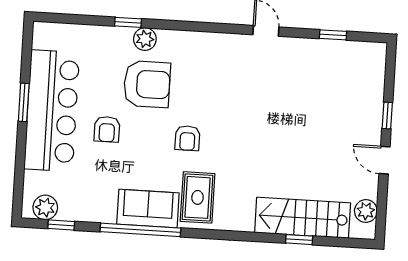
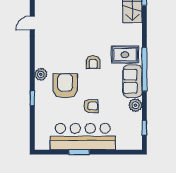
plant: (145, 39) -> (41, 74), moved
armchair: (187, 138) -> (93, 62), turned 90
plant: (45, 207) -> (135, 105), moved
window: (140, 230) -> (144, 69), moved

